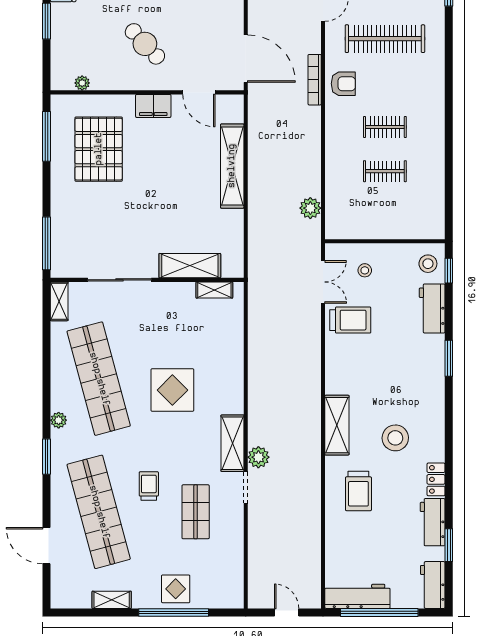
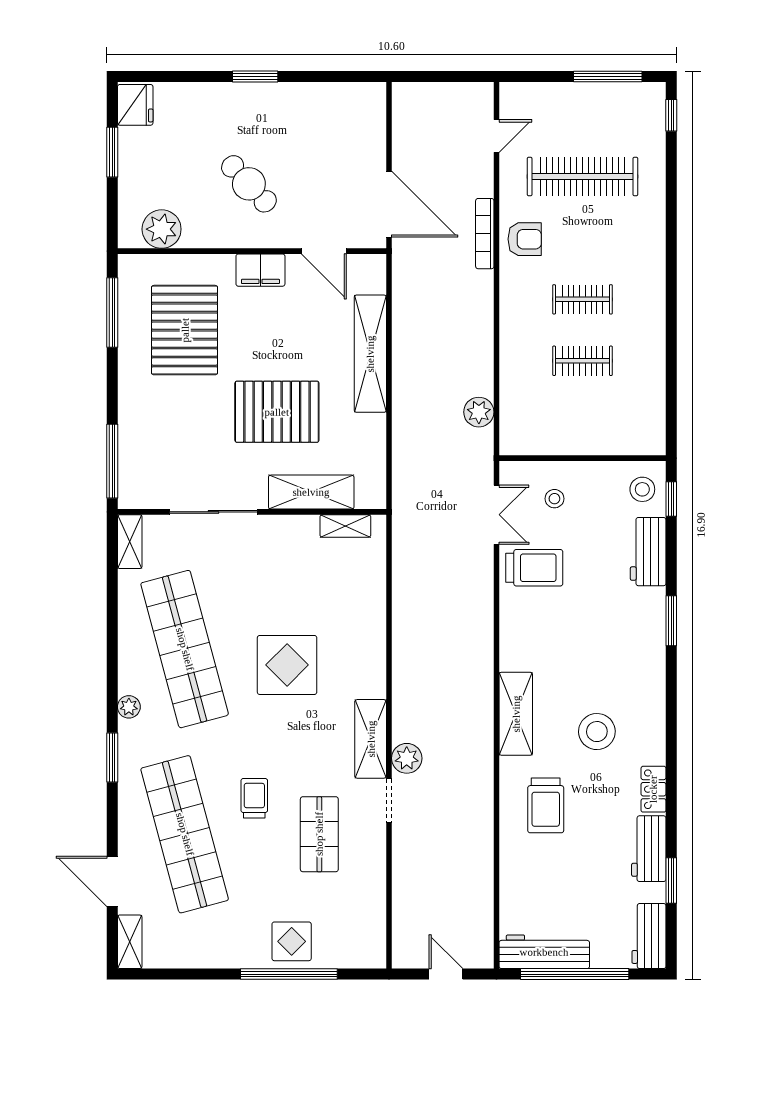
plant: (82, 83) -> (162, 229), width x1.87, depth x1.87
pallet: (165, 208) -> (277, 412), added
shelving: (112, 600) -> (130, 942), moved, turned 90

